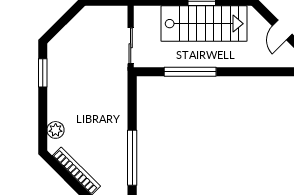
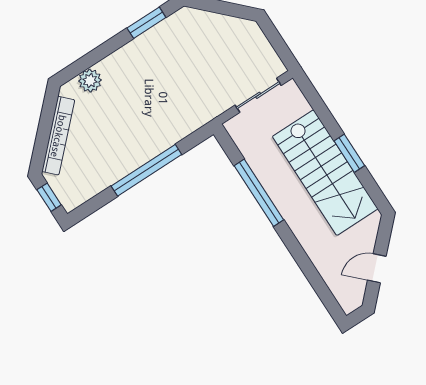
sliding door: (131, 46) -> (258, 95), moved
window: (132, 158) -> (146, 170), moved

